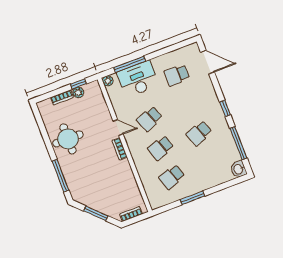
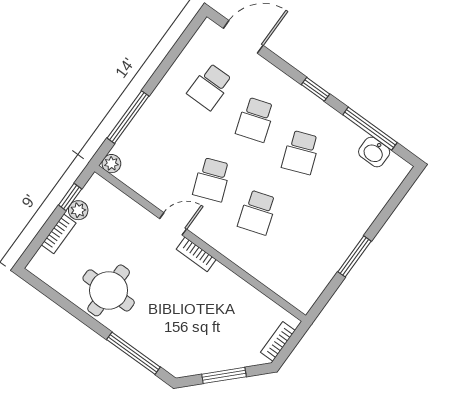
desk: (138, 79) -> (155, 131), removed
washbasin: (239, 169) -> (374, 152), moved
school desk: (172, 177) -> (255, 120), moved

